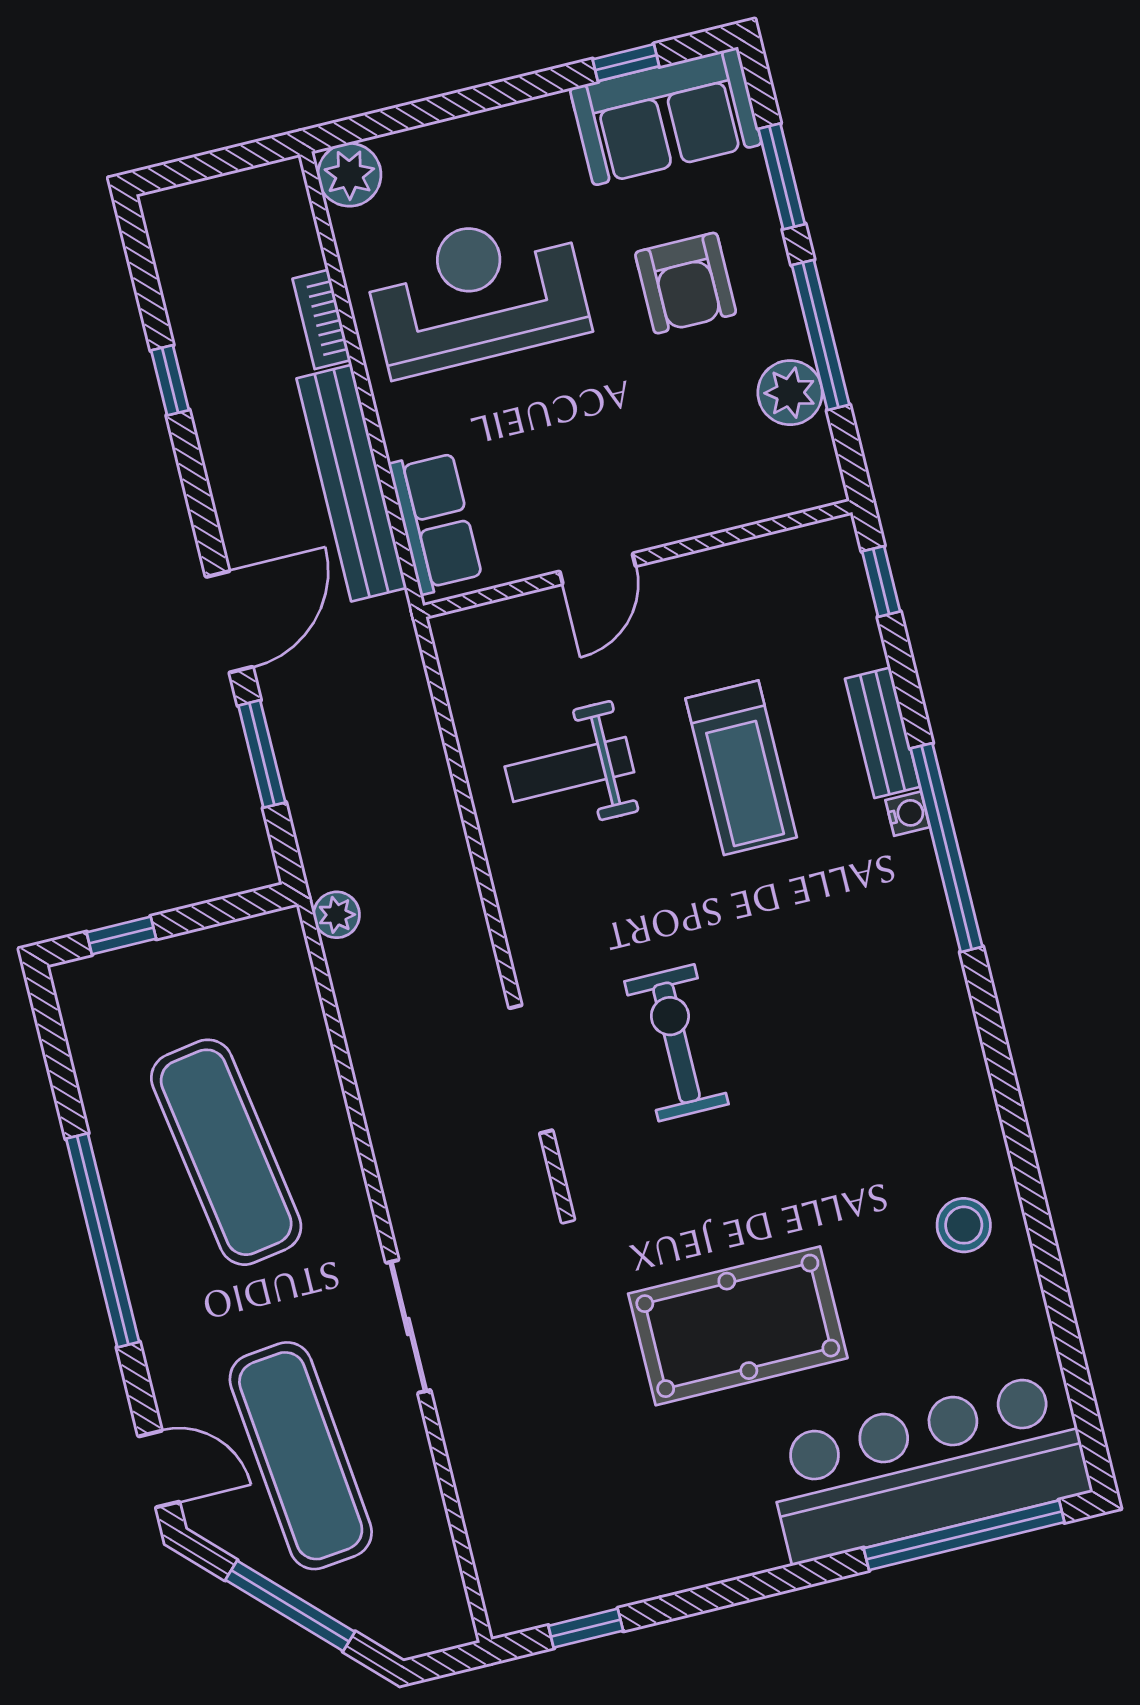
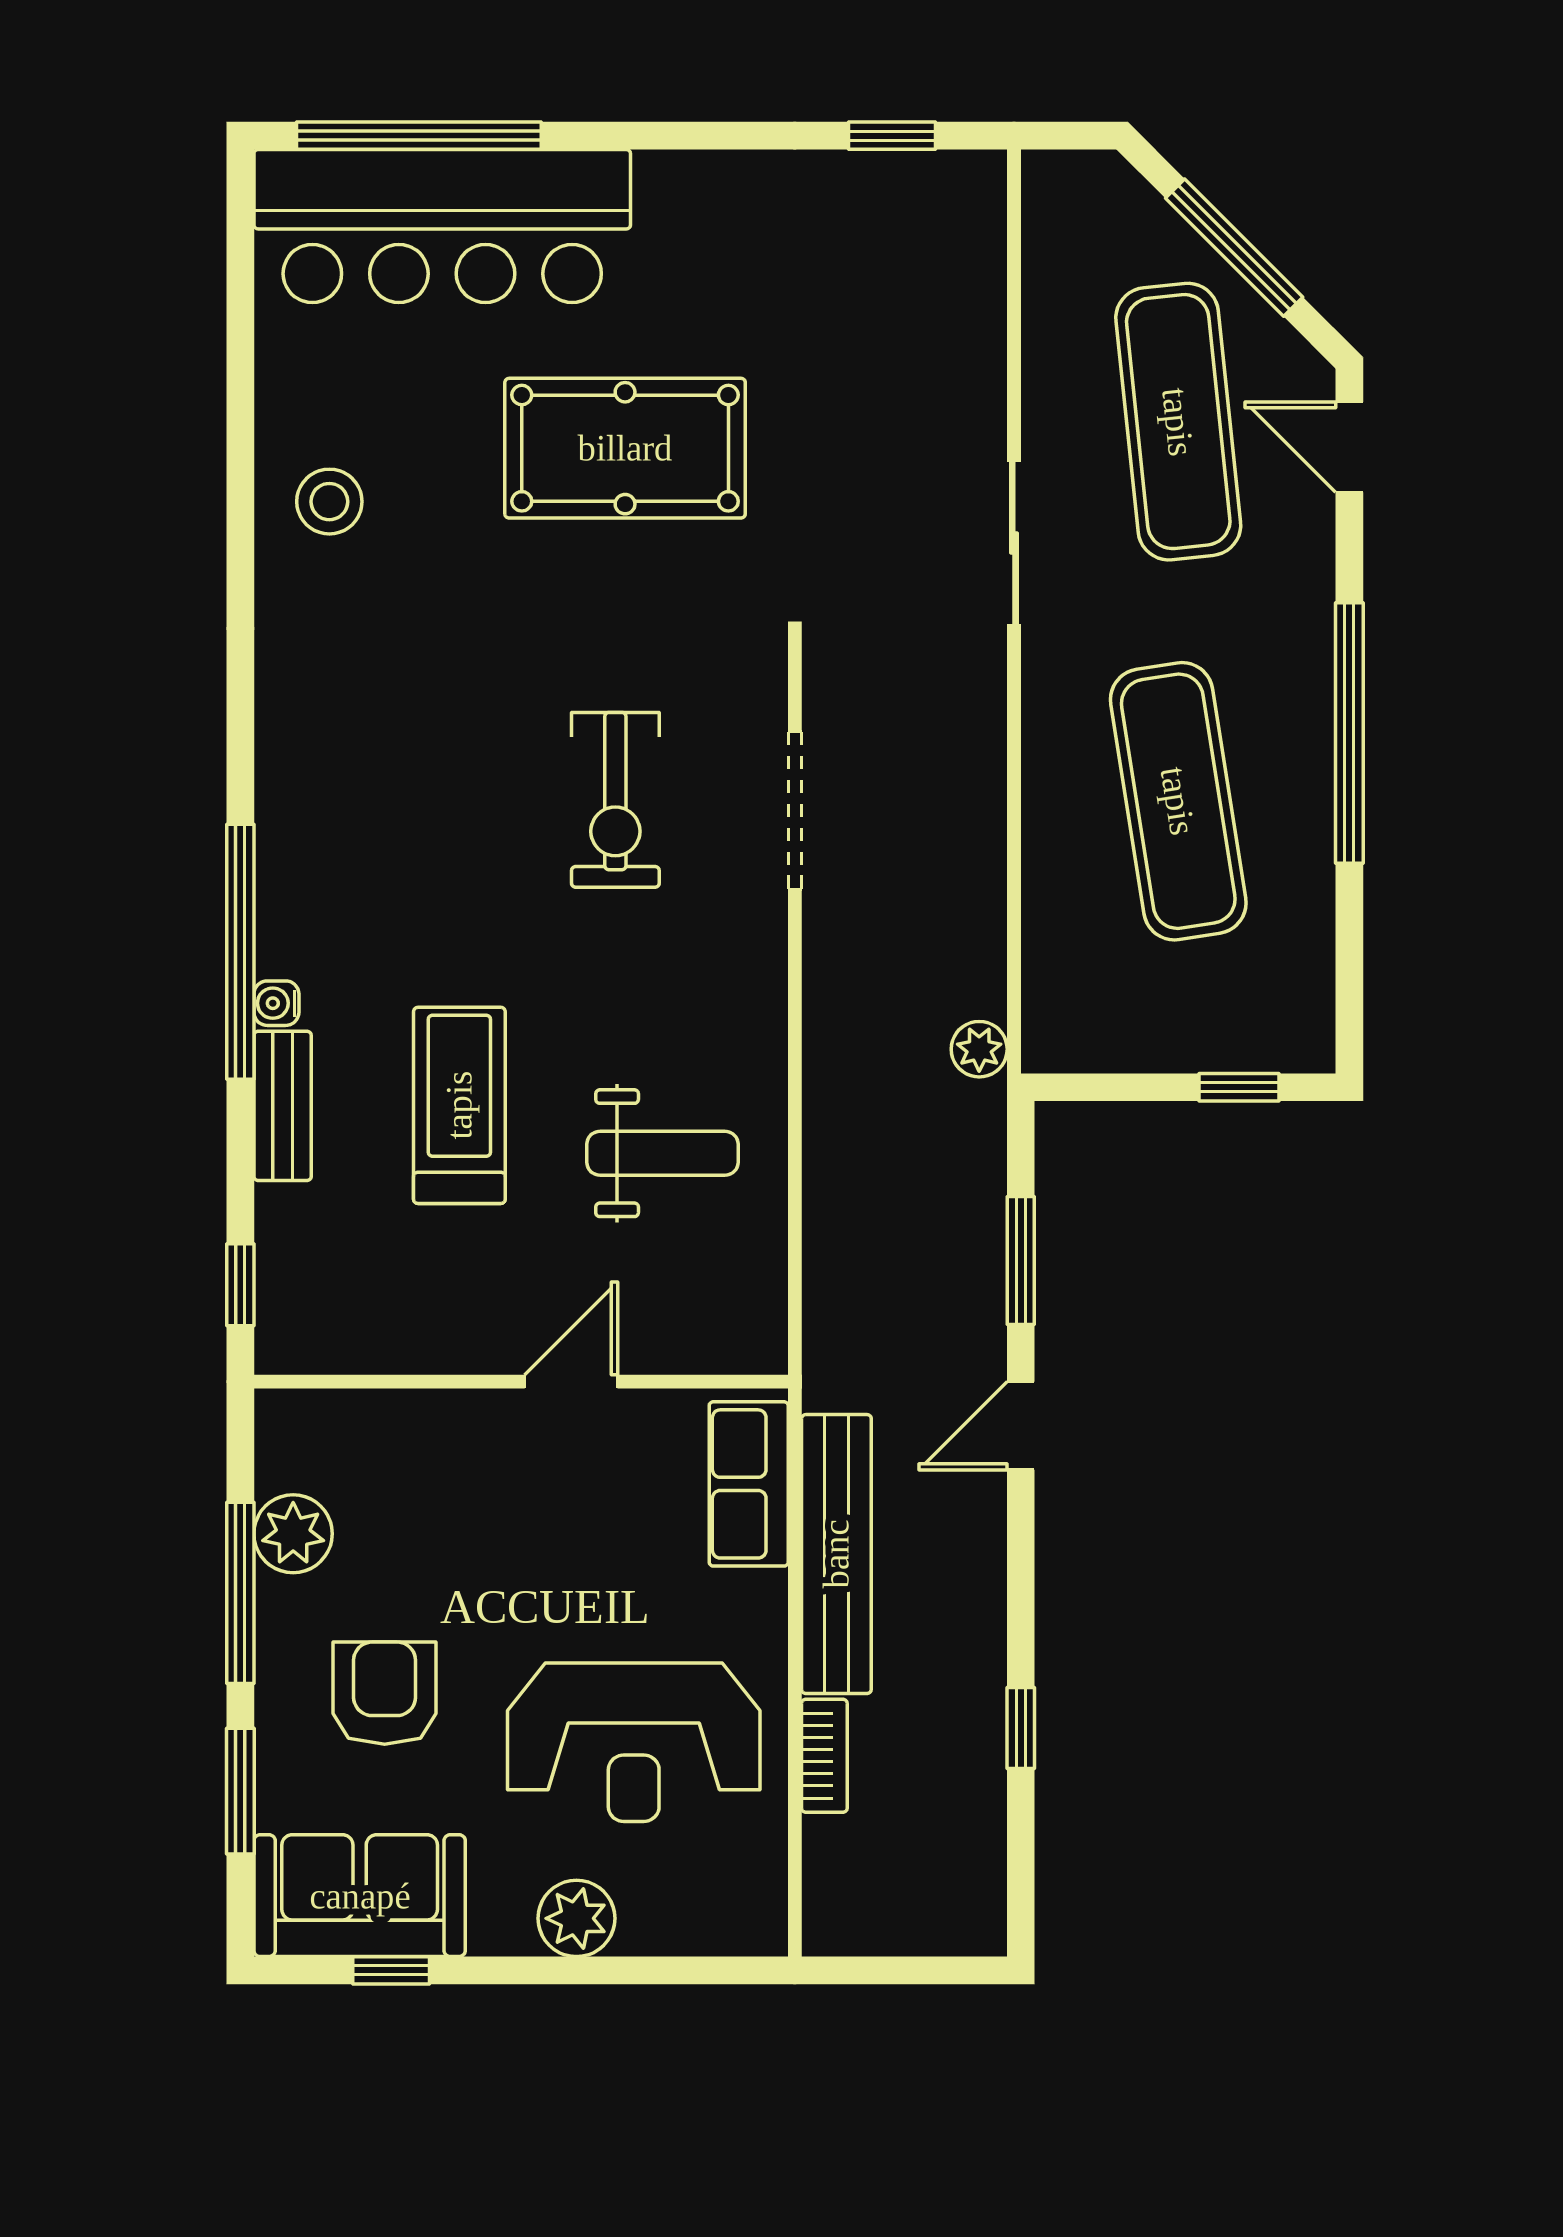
plant: (349, 175) -> (576, 1918), moved
door: (229, 622) -> (1021, 1426), width x0.73

